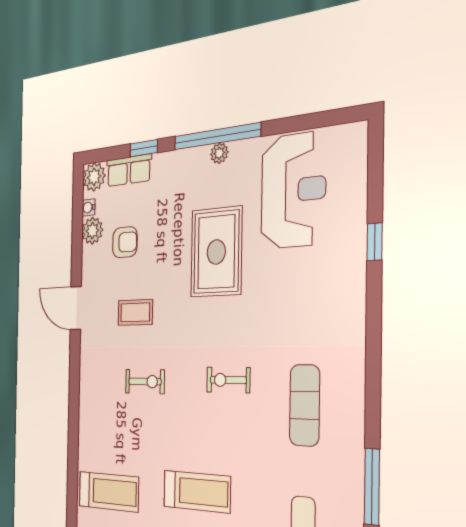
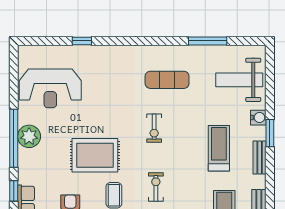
plant: (219, 153) -> (29, 136), width x1.88, depth x1.88
reception desk: (293, 190) -> (50, 88), turned 180
rug: (216, 252) -> (95, 155), moved

